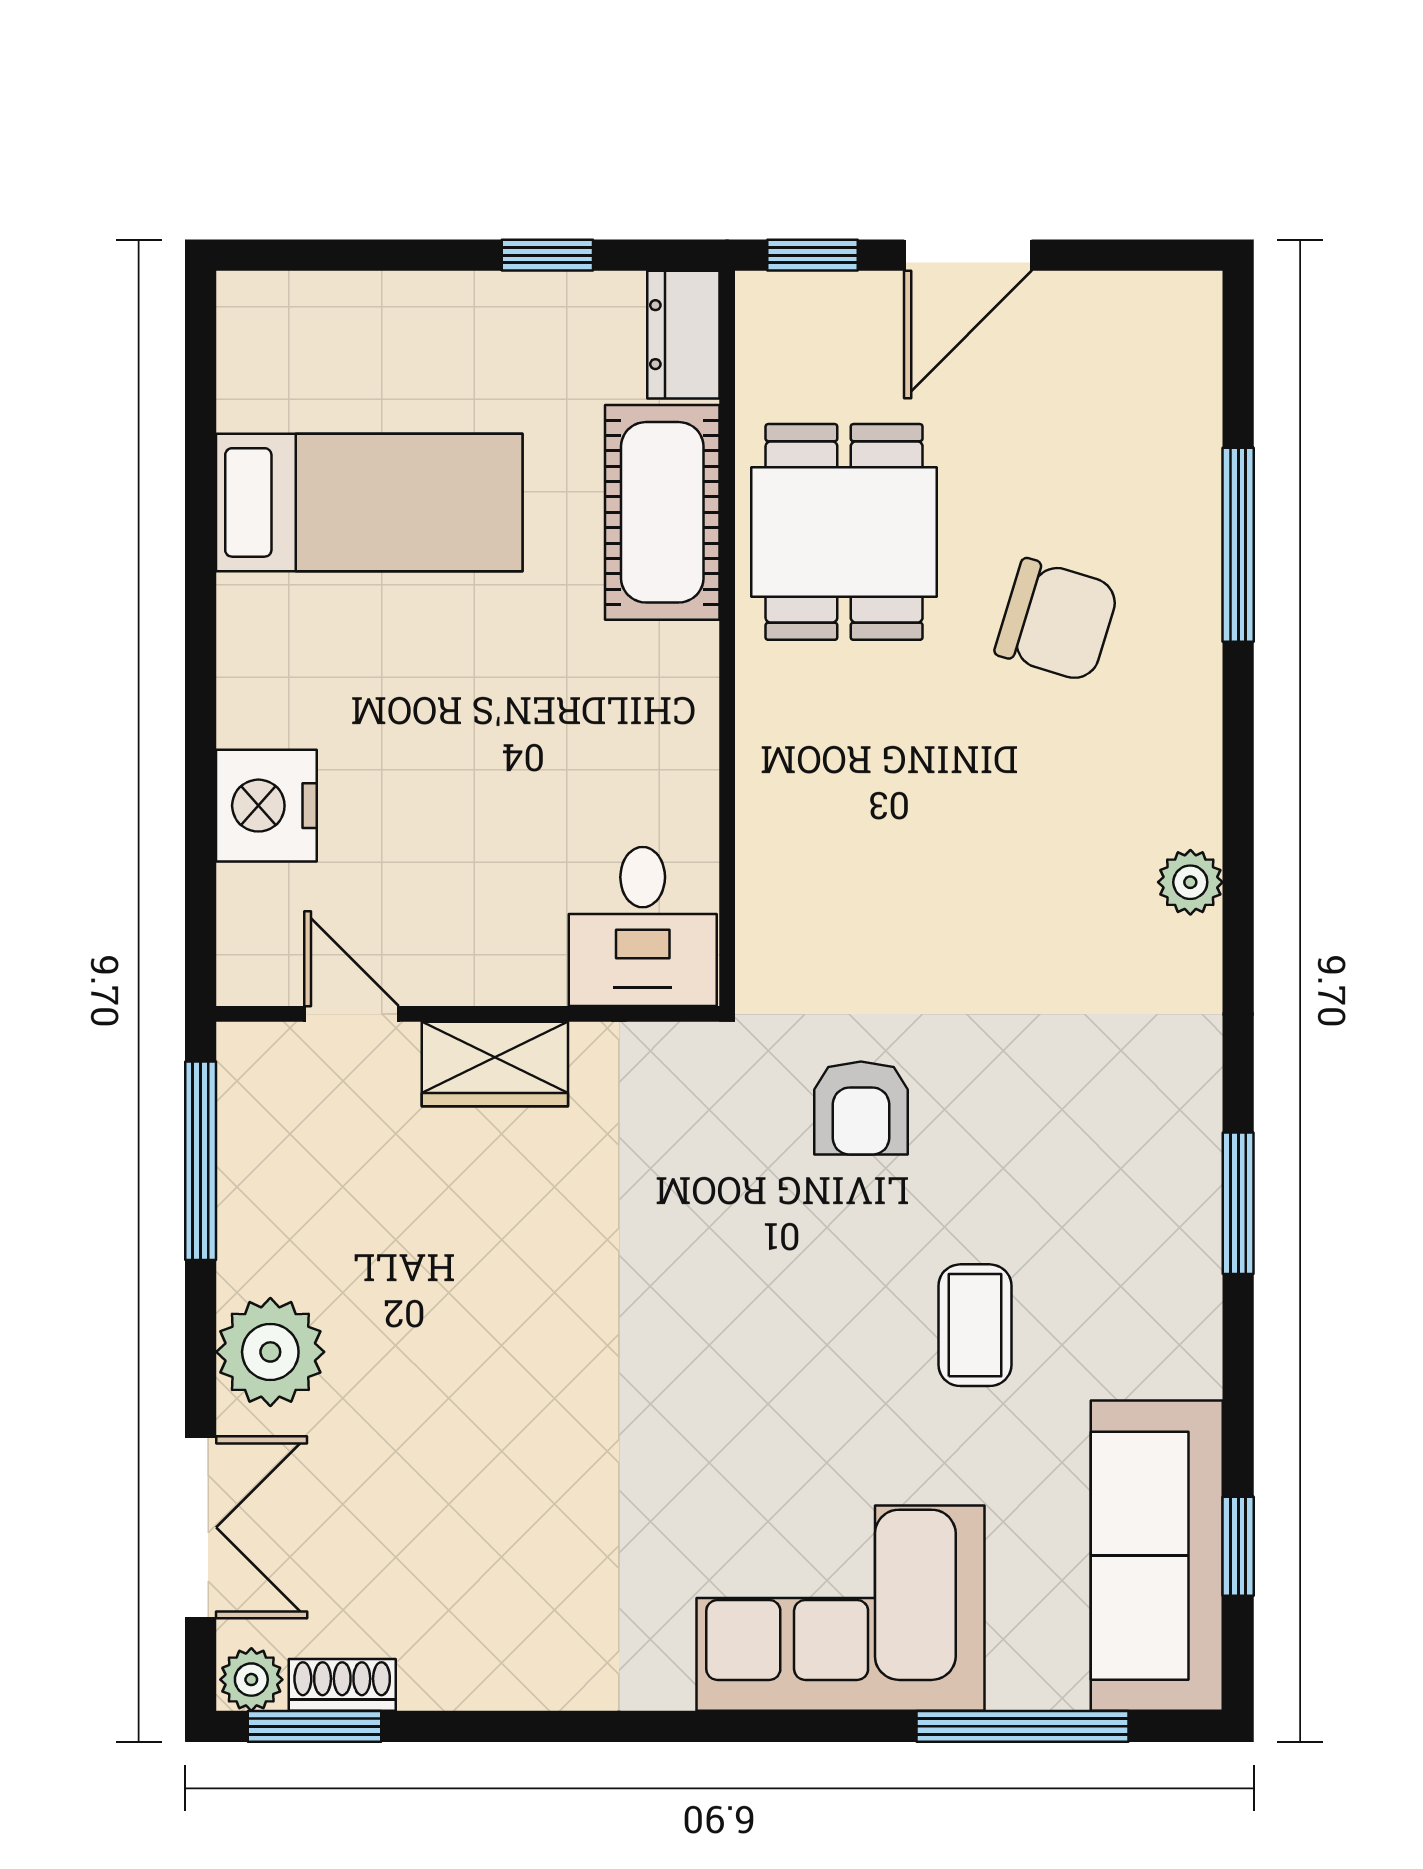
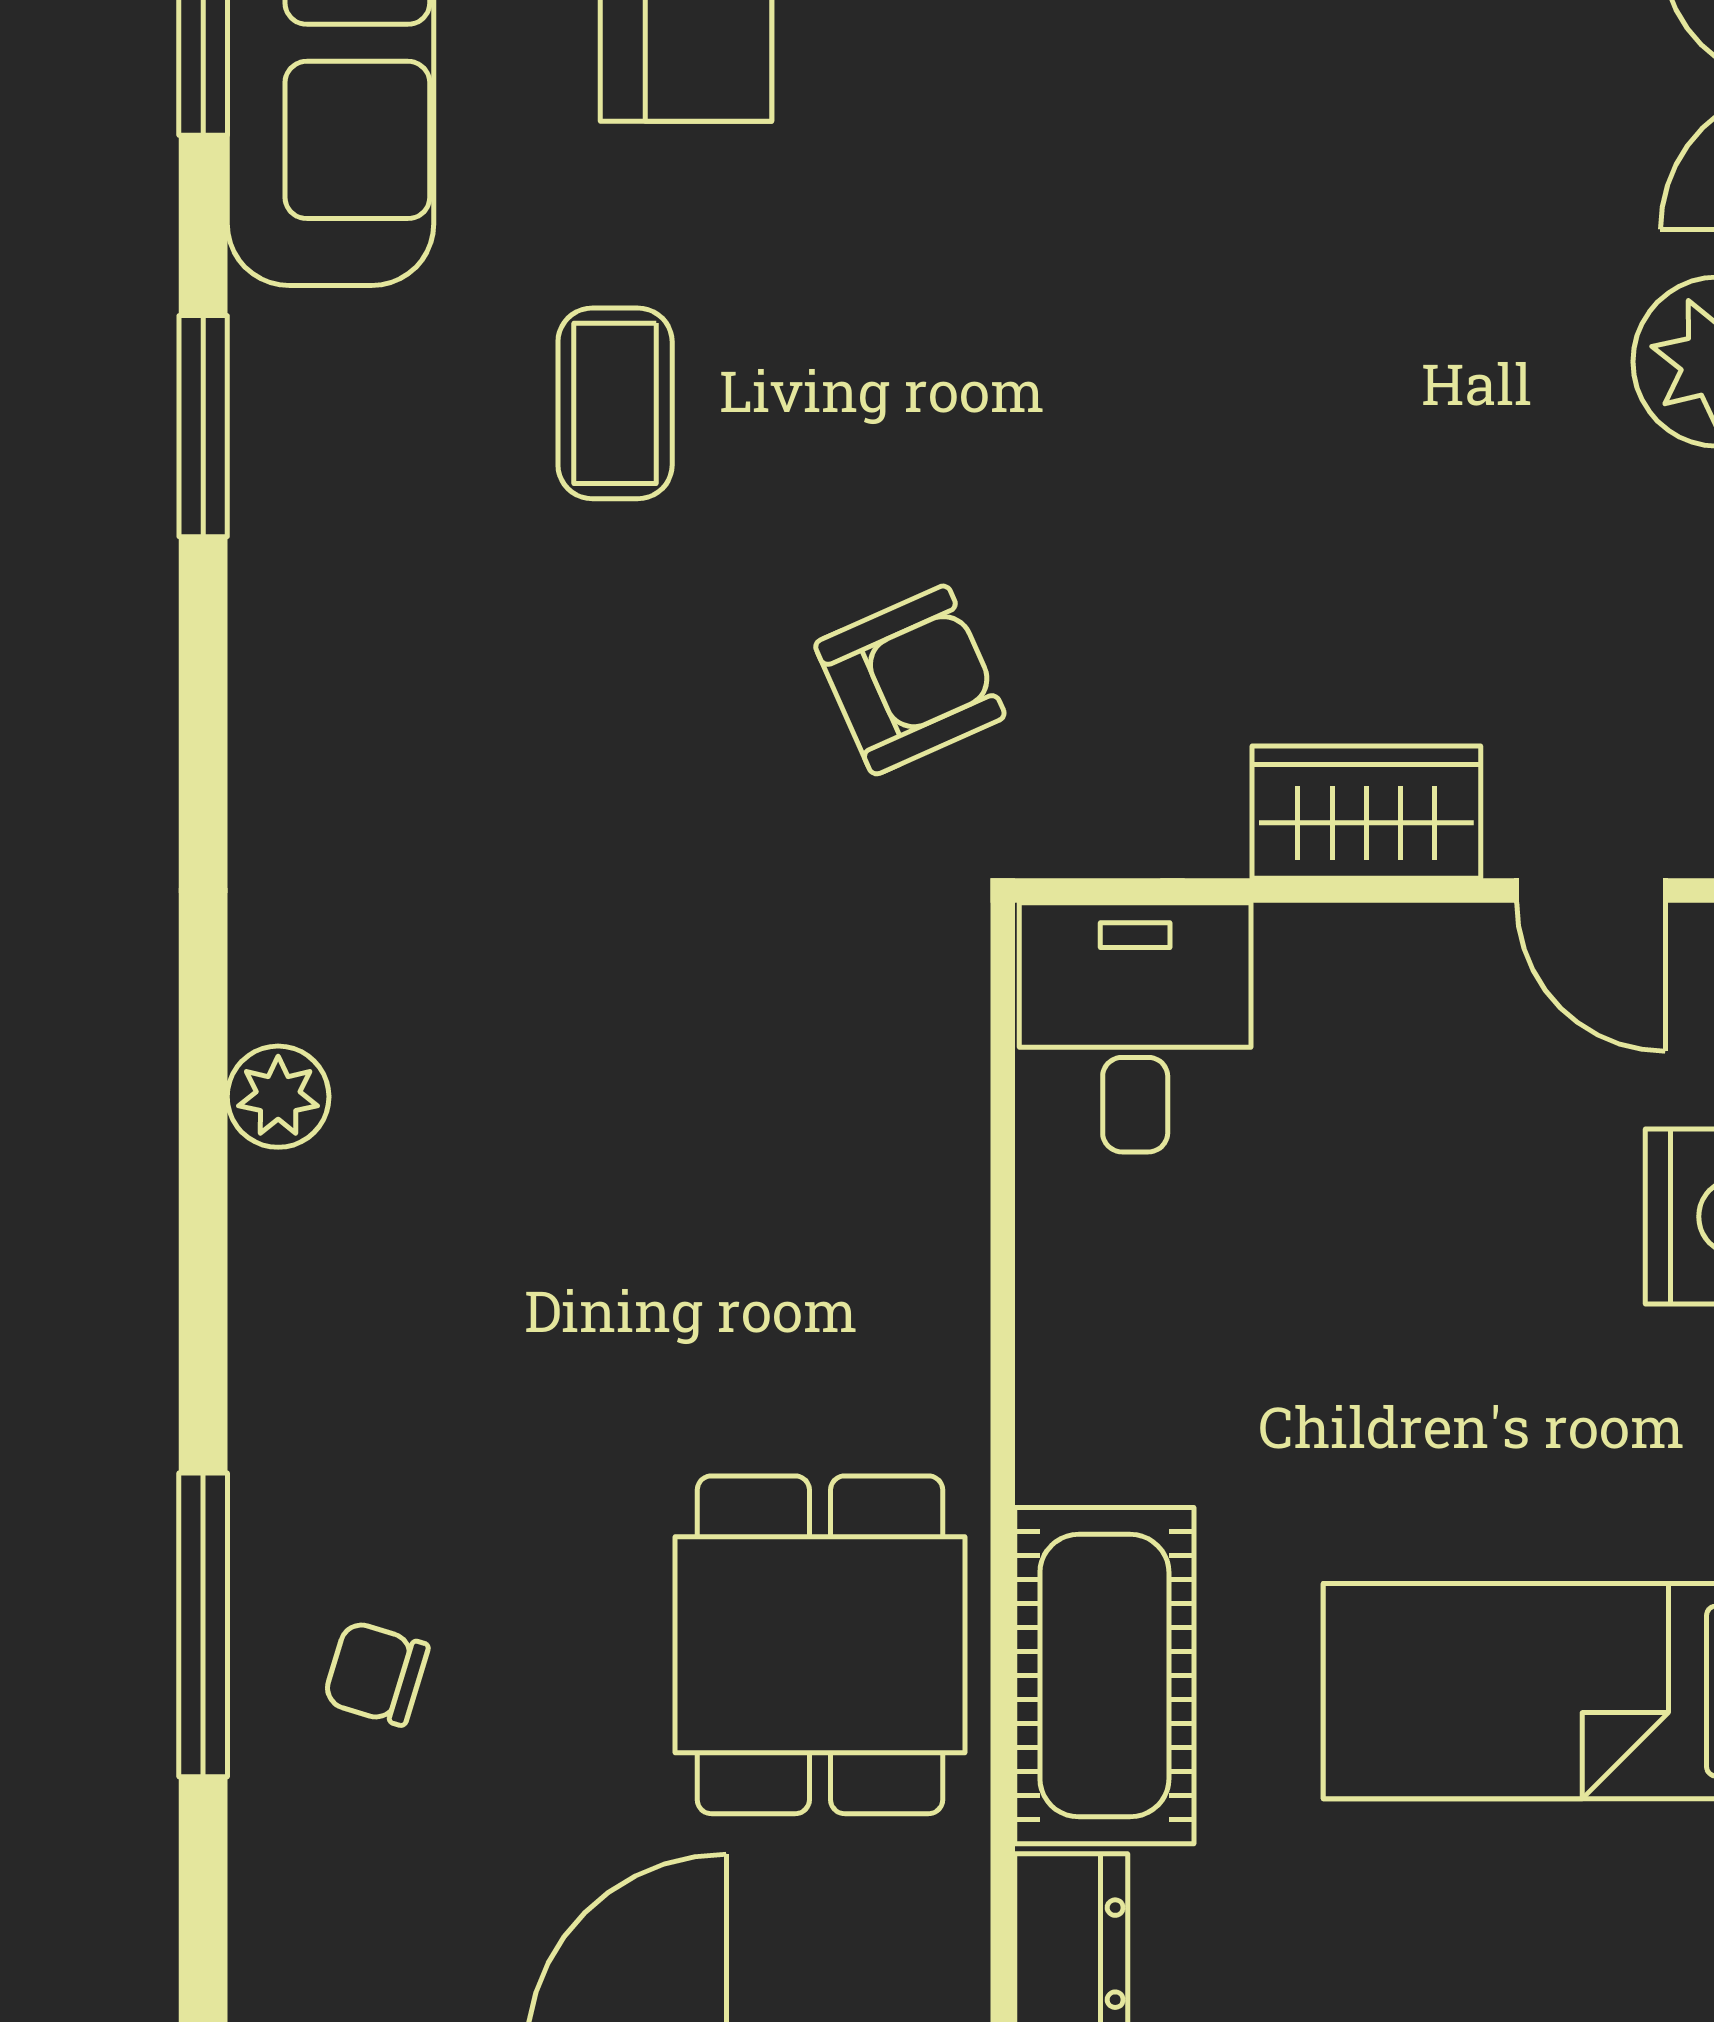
chair: (1057, 620) -> (376, 1673), moved, width x0.54, depth x0.54
armchair: (861, 1108) -> (910, 680), moved, turned 66
window: (1238, 1203) -> (203, 426), moved

